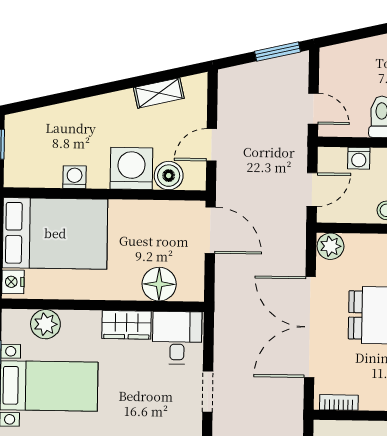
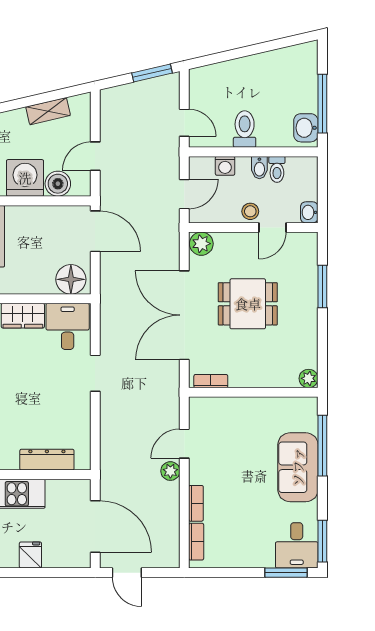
floor lamp: (159, 284) -> (71, 279), moved

